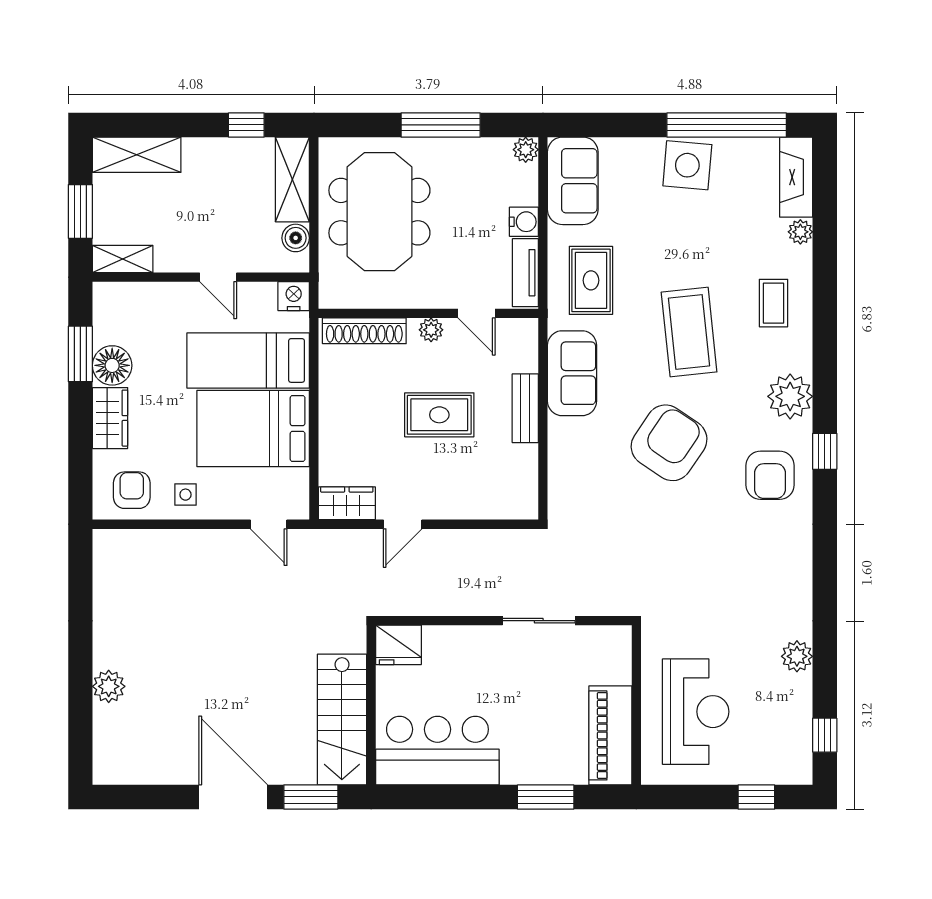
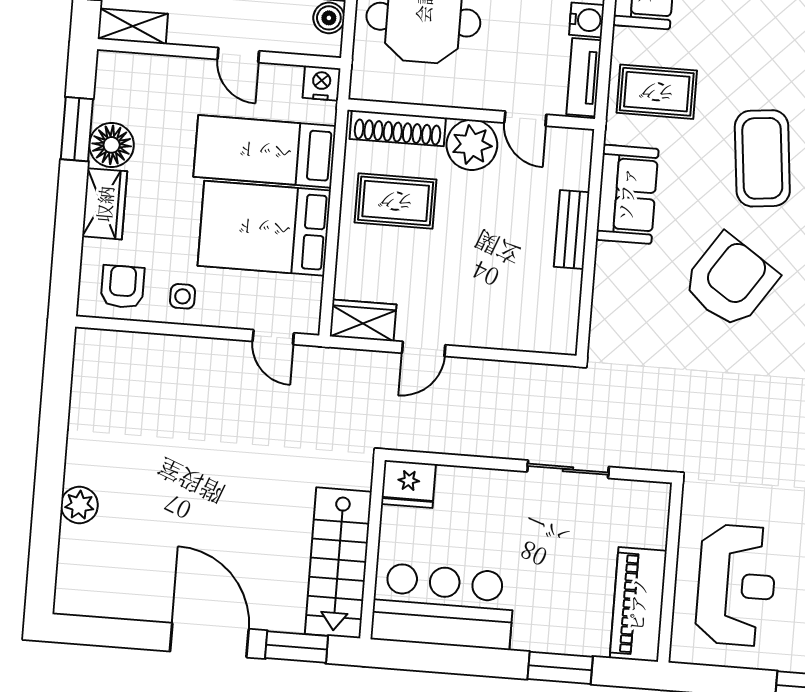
rug: (591, 280) -> (657, 92), turned 90
plant: (431, 330) -> (472, 145), width x1.88, depth x1.88
rug: (439, 415) -> (396, 201), moved

